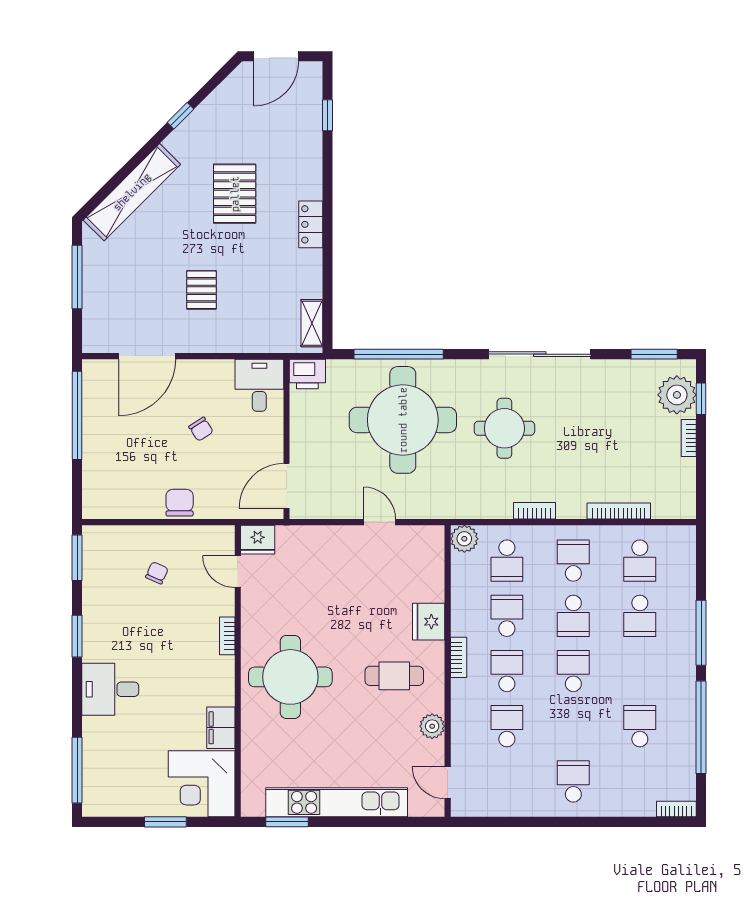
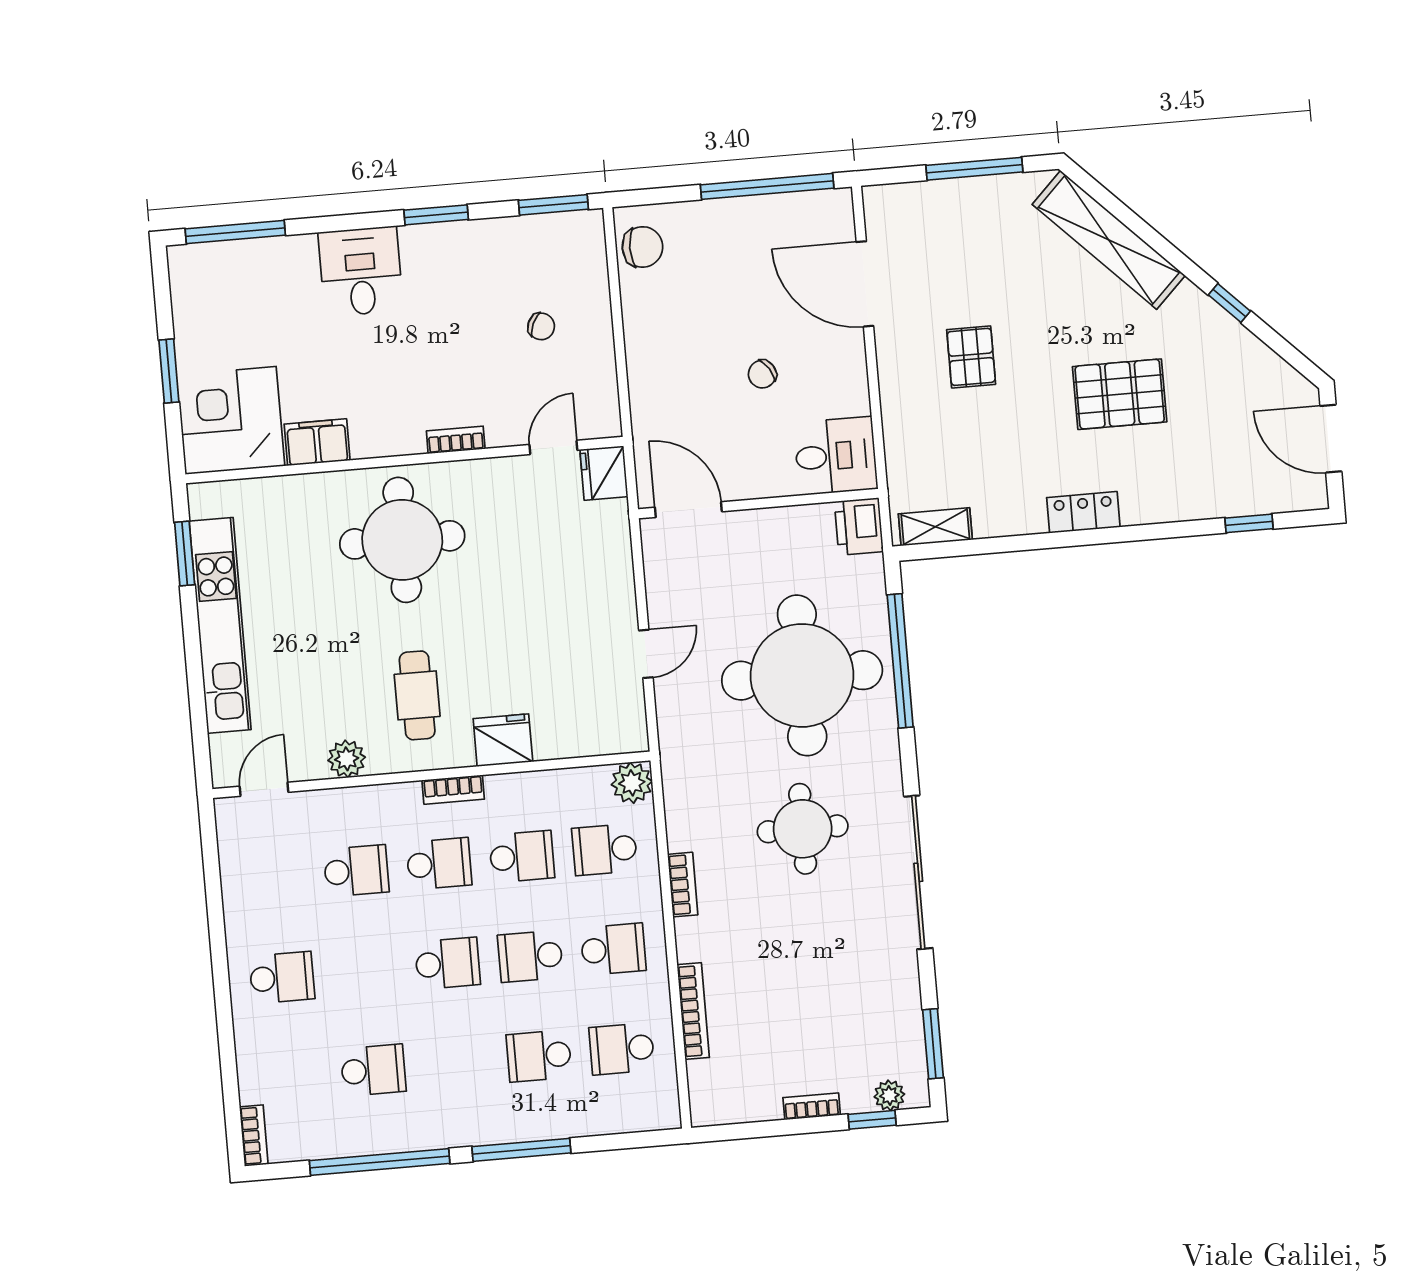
pallet: (202, 290) -> (971, 357), turned 90
plant: (677, 395) -> (889, 1095), width x0.53, depth x0.53
chair: (180, 503) -> (642, 247), moved

